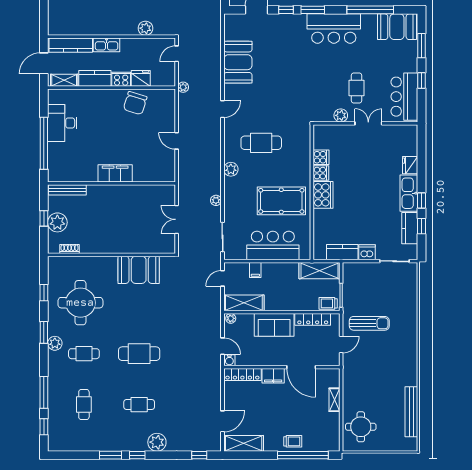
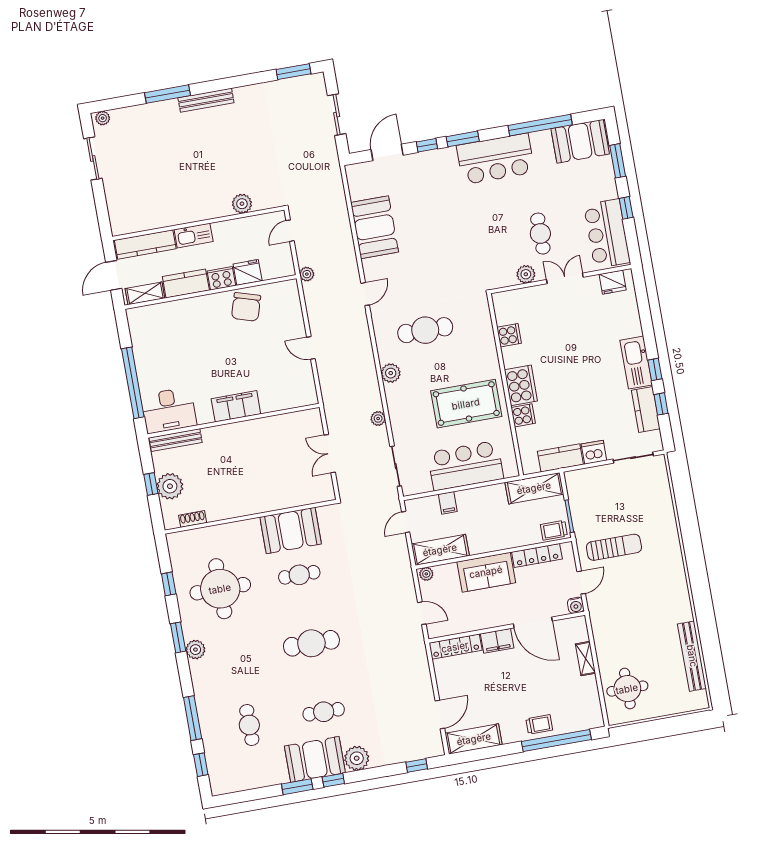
desk: (62, 123) -> (169, 410), moved, turned -90
fridge: (410, 165) -> (613, 282), moved, turned -90
cooker: (321, 173) -> (523, 415), moved
cafe table: (84, 354) -> (299, 575), moved
water cooler: (229, 360) -> (576, 605), moved
booth: (127, 438) -> (315, 759), added

